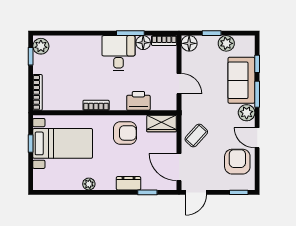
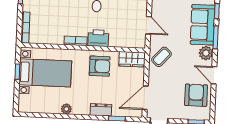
printer: (138, 101) -> (98, 38), moved
coffee table: (196, 136) -> (162, 57), moved
door: (179, 167) -> (145, 98), hinge flipped

